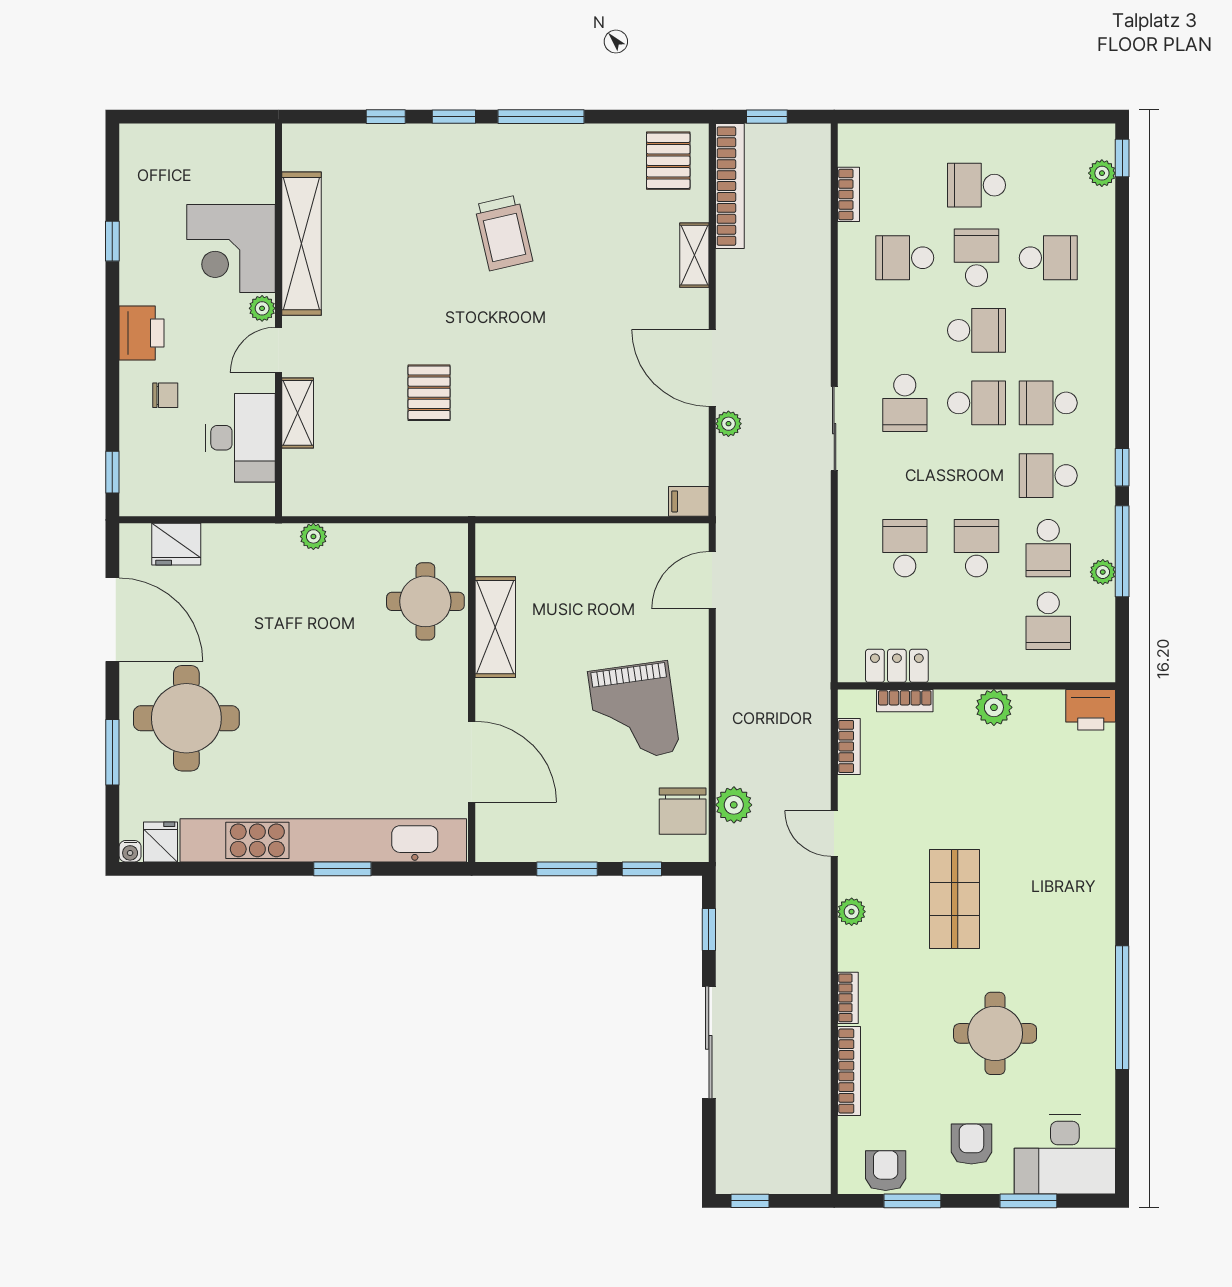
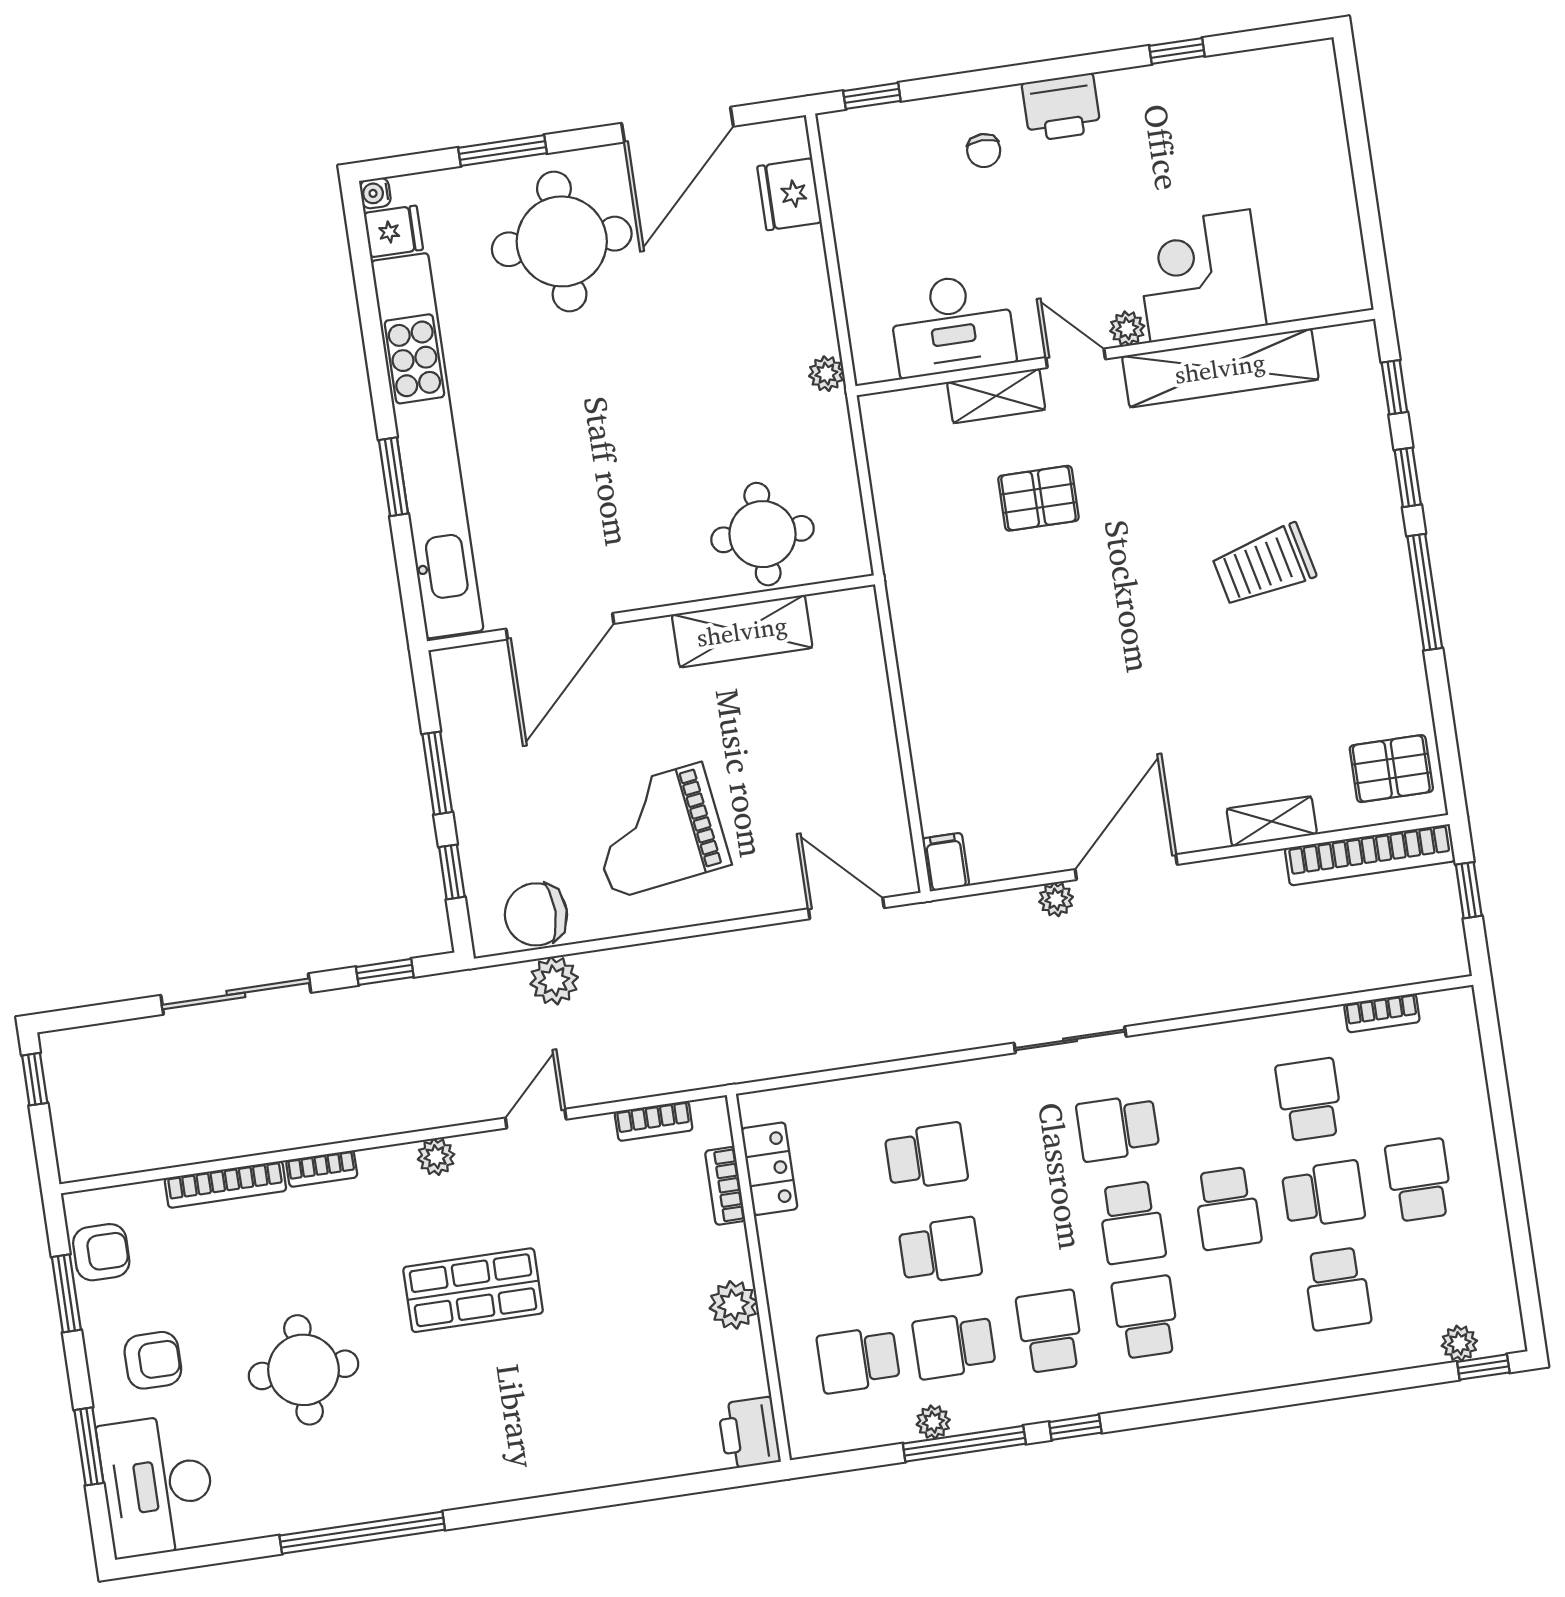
shelving: (301, 244) -> (1220, 368), moved
corner desk: (231, 248) -> (1200, 276), moved
plant: (262, 308) -> (1127, 329), moved
wall: (278, 320) -> (1115, 352), moved
door: (278, 350) -> (1076, 358), moved
shelving: (298, 413) -> (996, 396), moved
desk: (240, 438) -> (952, 325), moved

